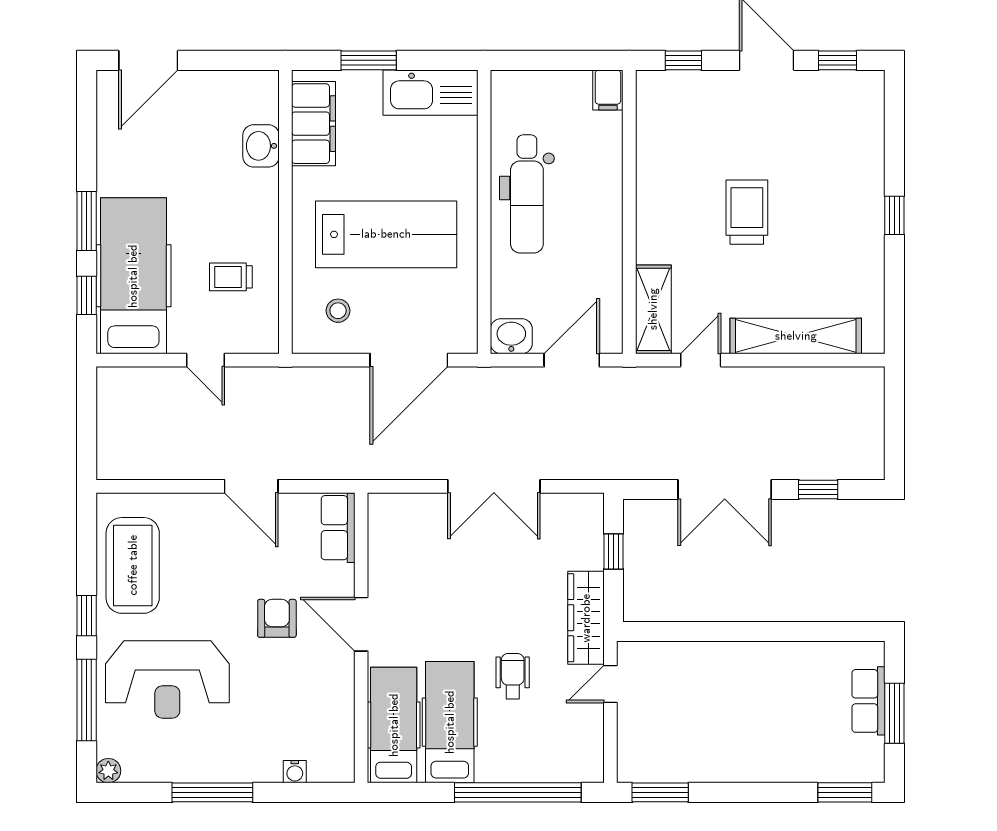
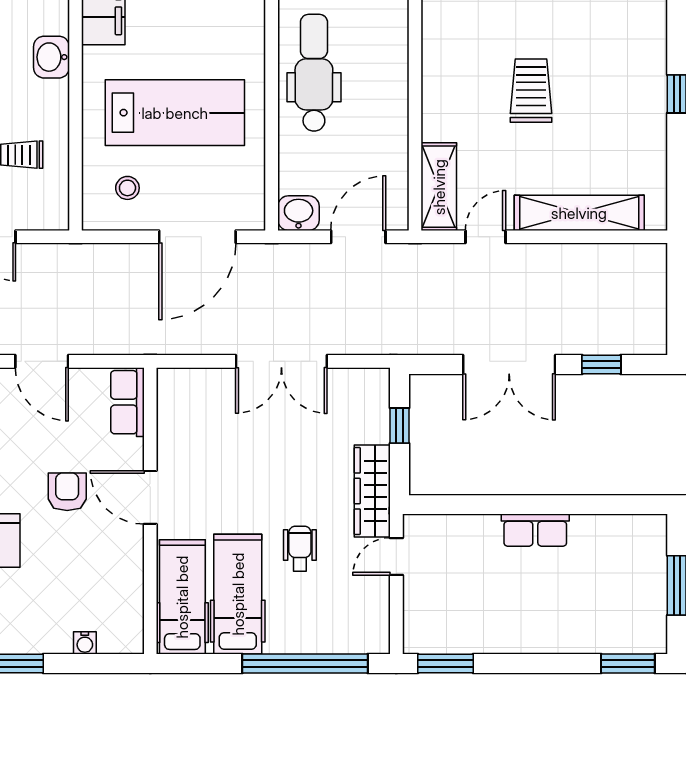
washbasin: (261, 146) -> (51, 57), moved
dental chair: (527, 194) -> (314, 73), turned 180
row of seats: (868, 701) -> (535, 530), moved, turned -90

